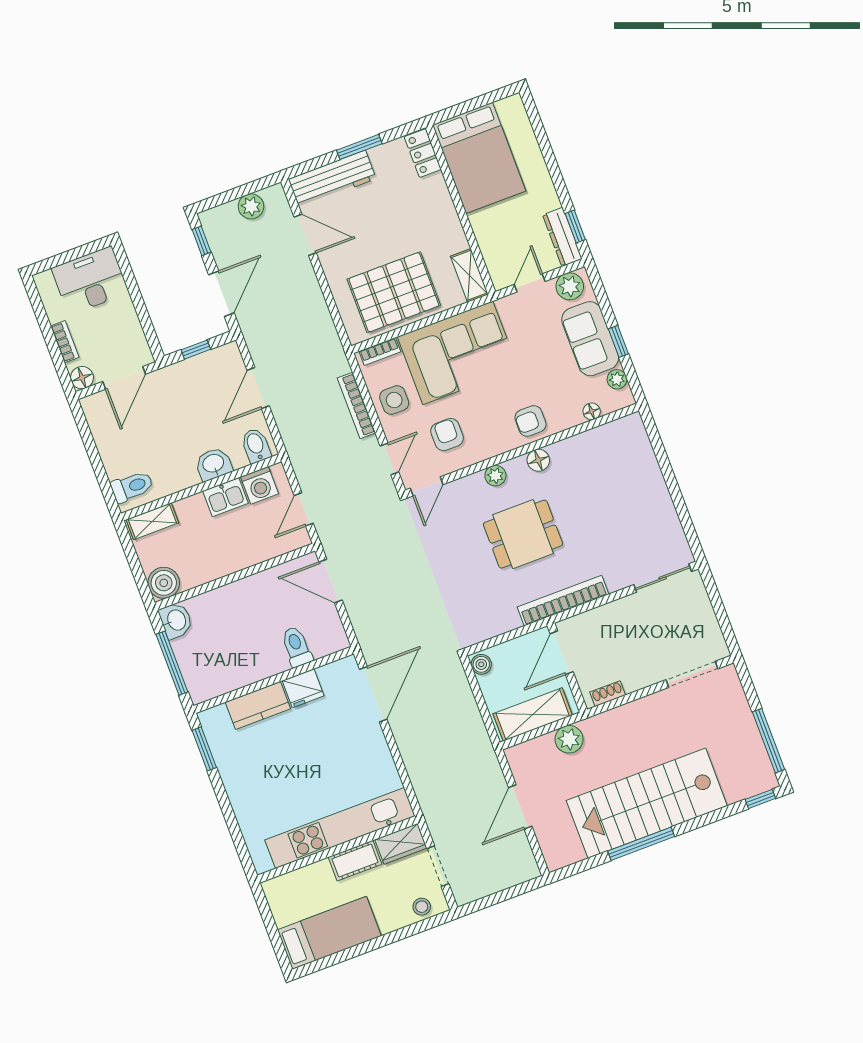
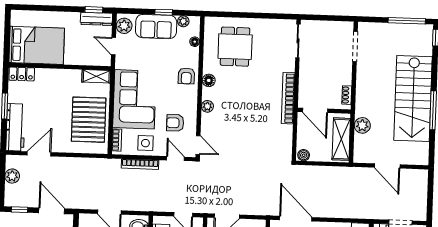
dining table: (523, 534) -> (235, 47), moved

